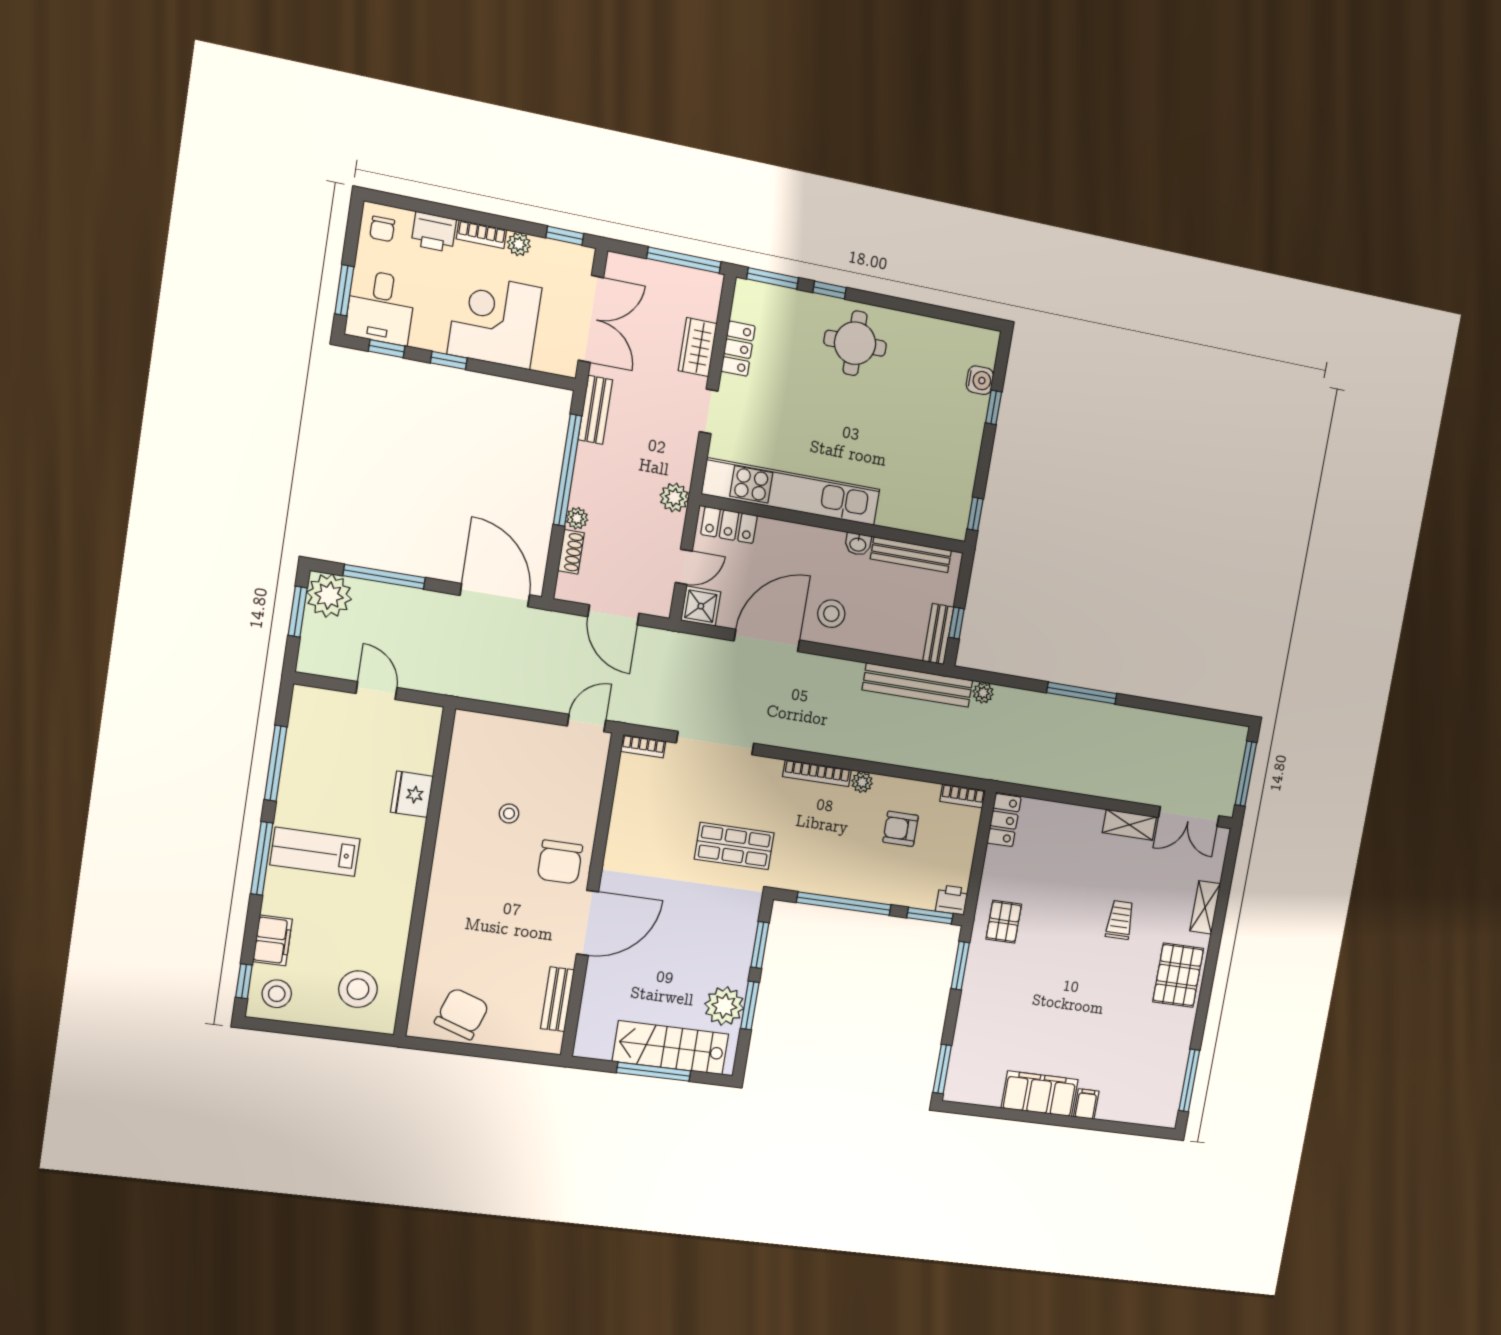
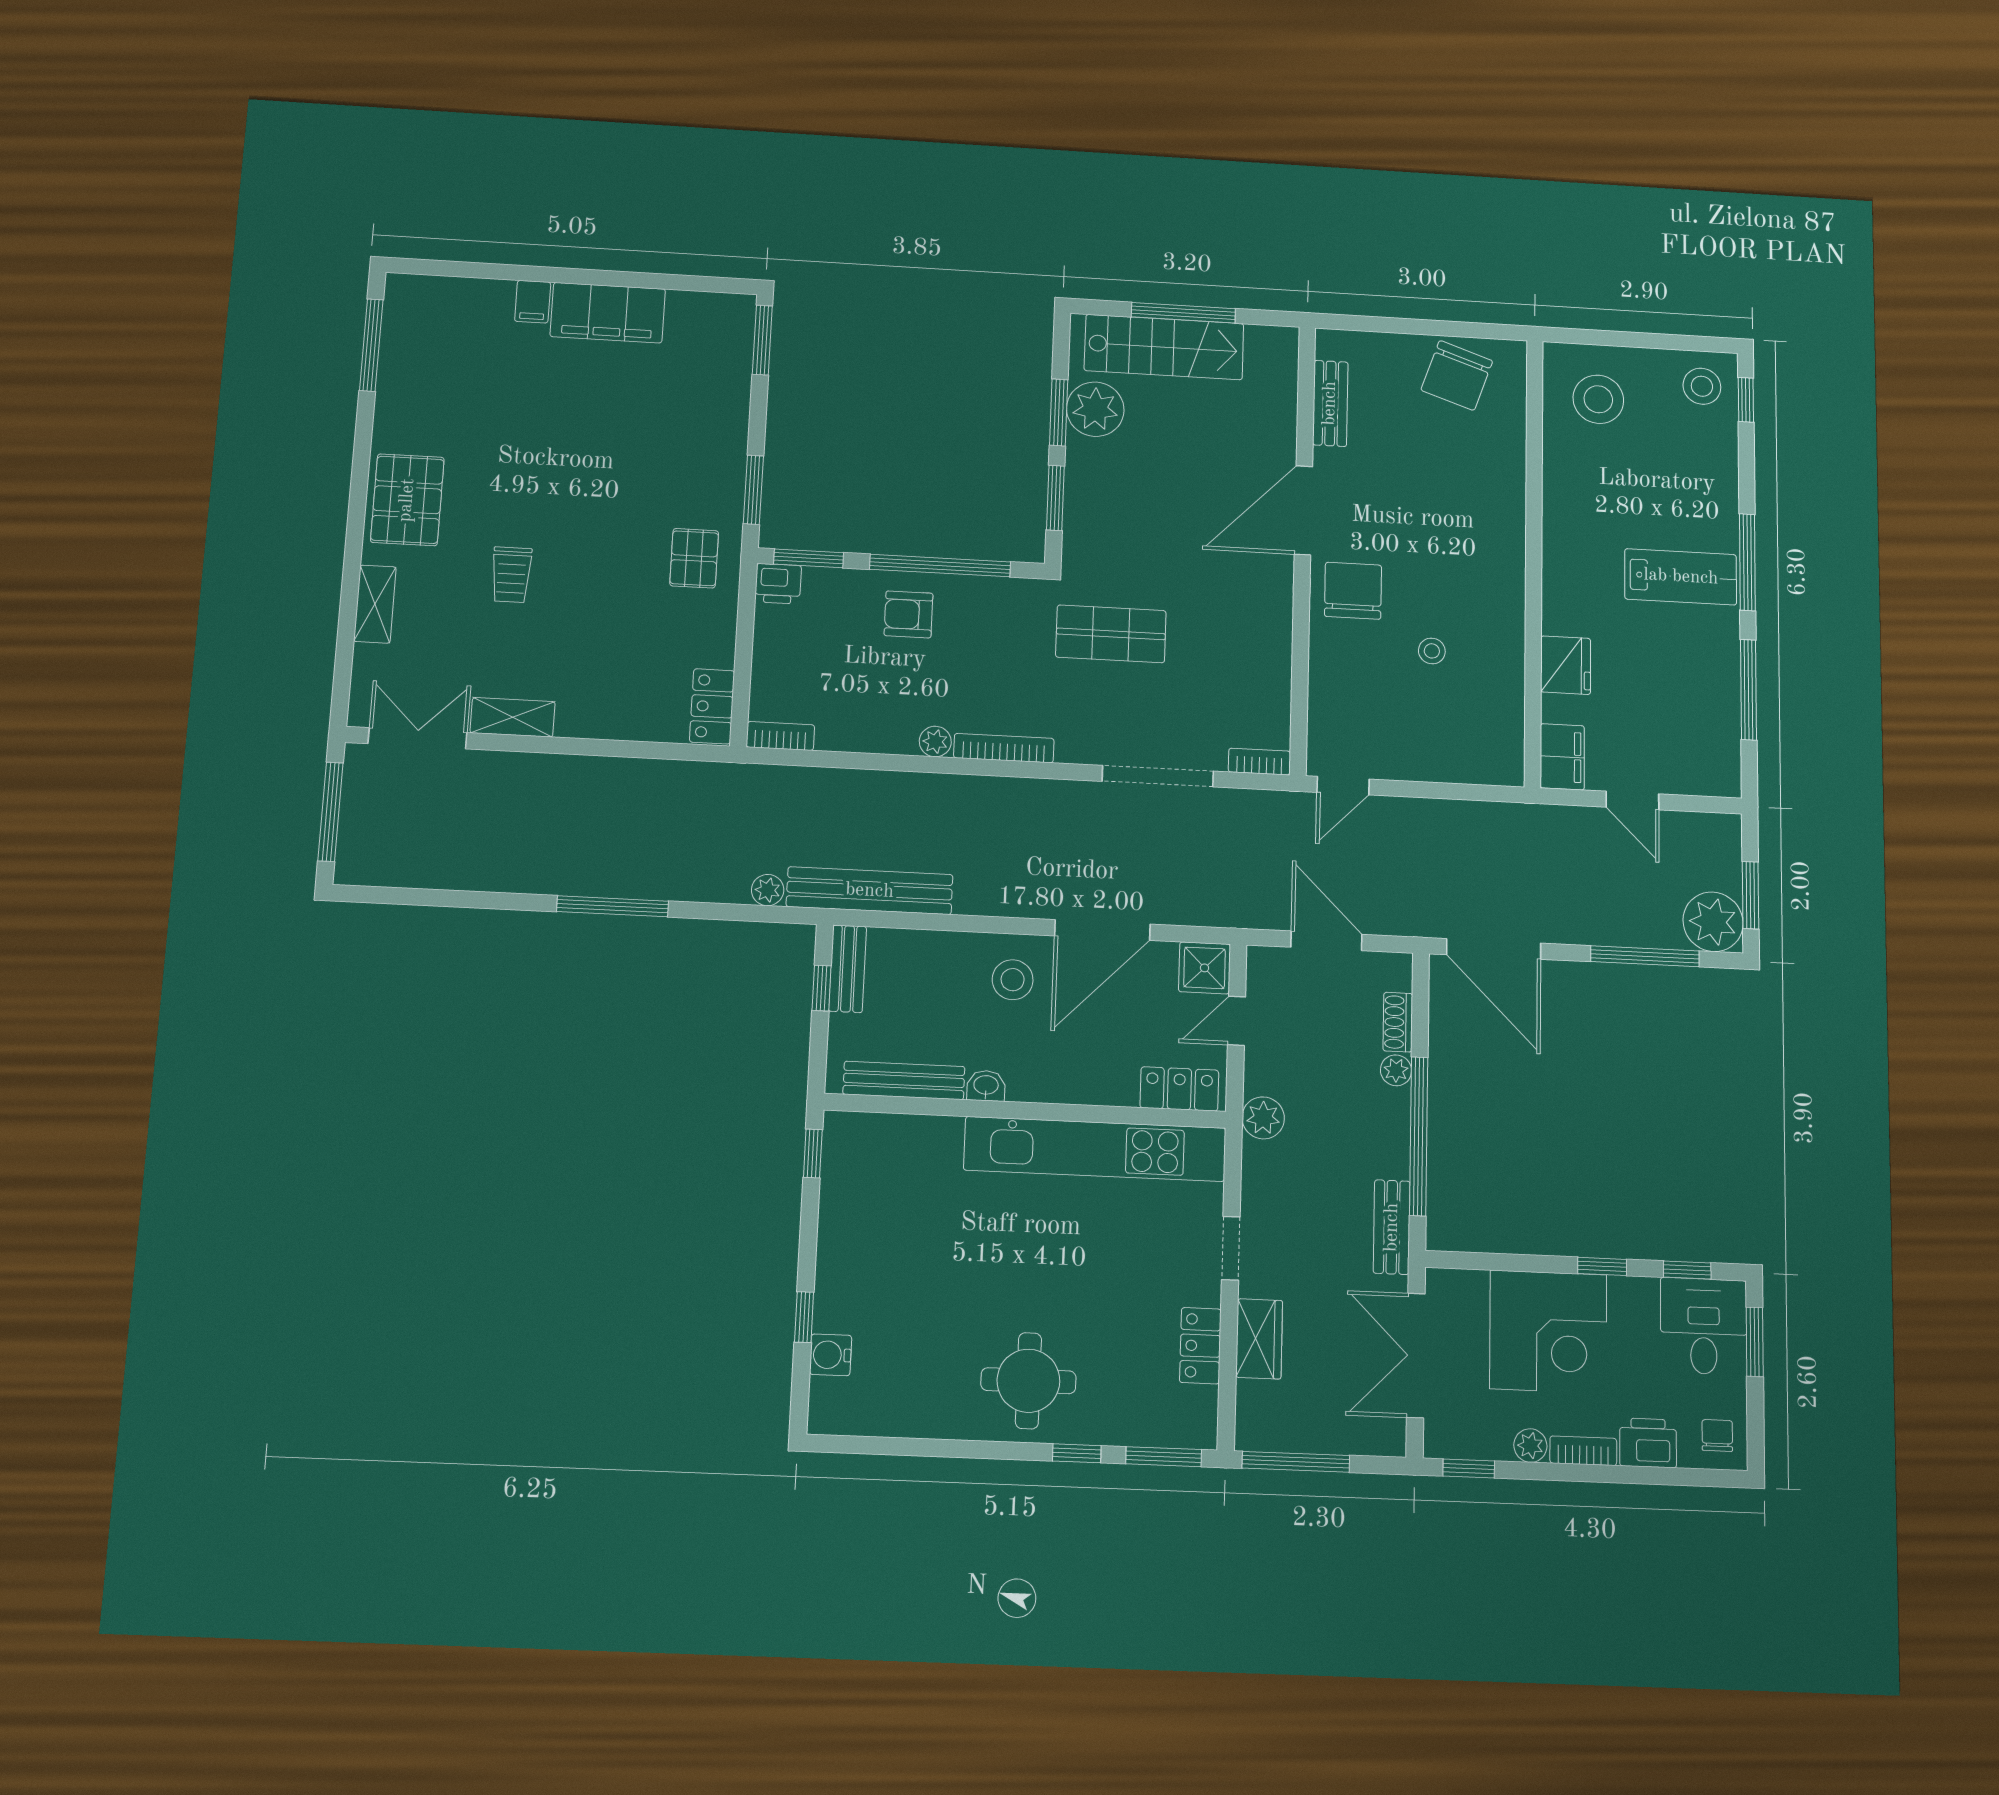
armchair: (901, 829) -> (908, 614), moved, turned 180
filing cabinet: (273, 940) -> (1562, 757), moved, turned 180

